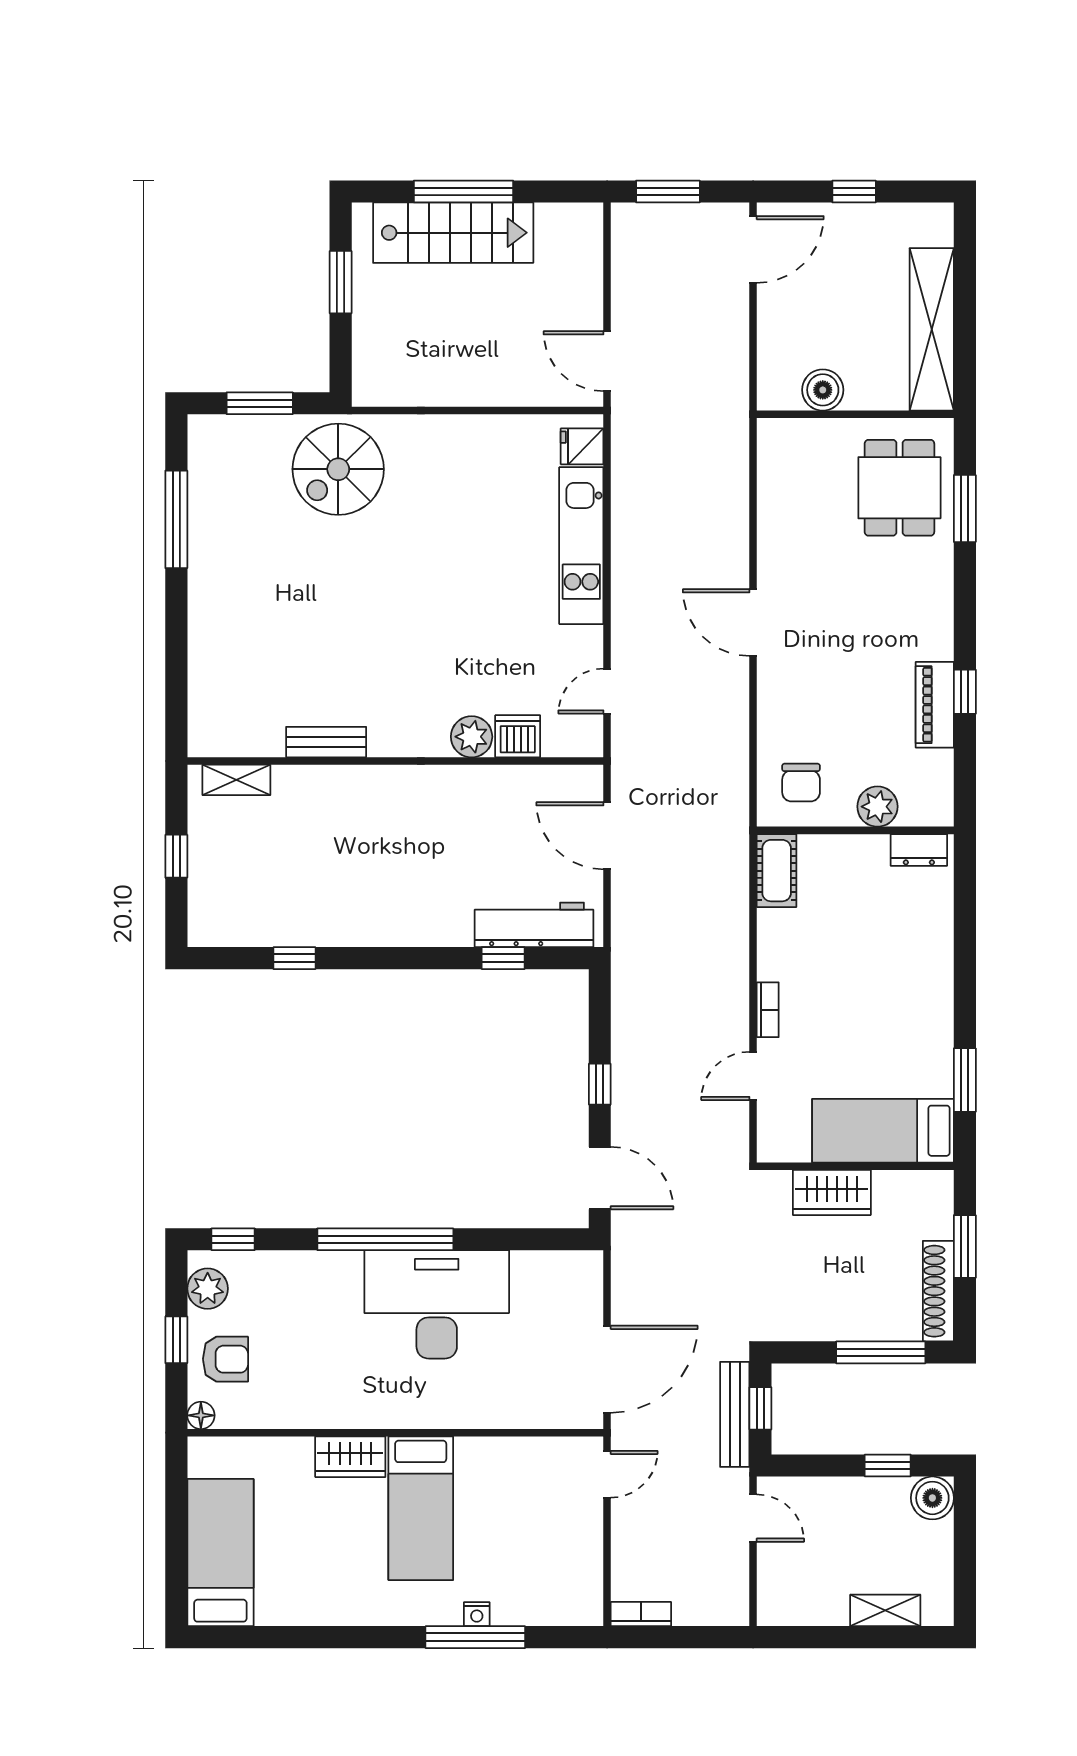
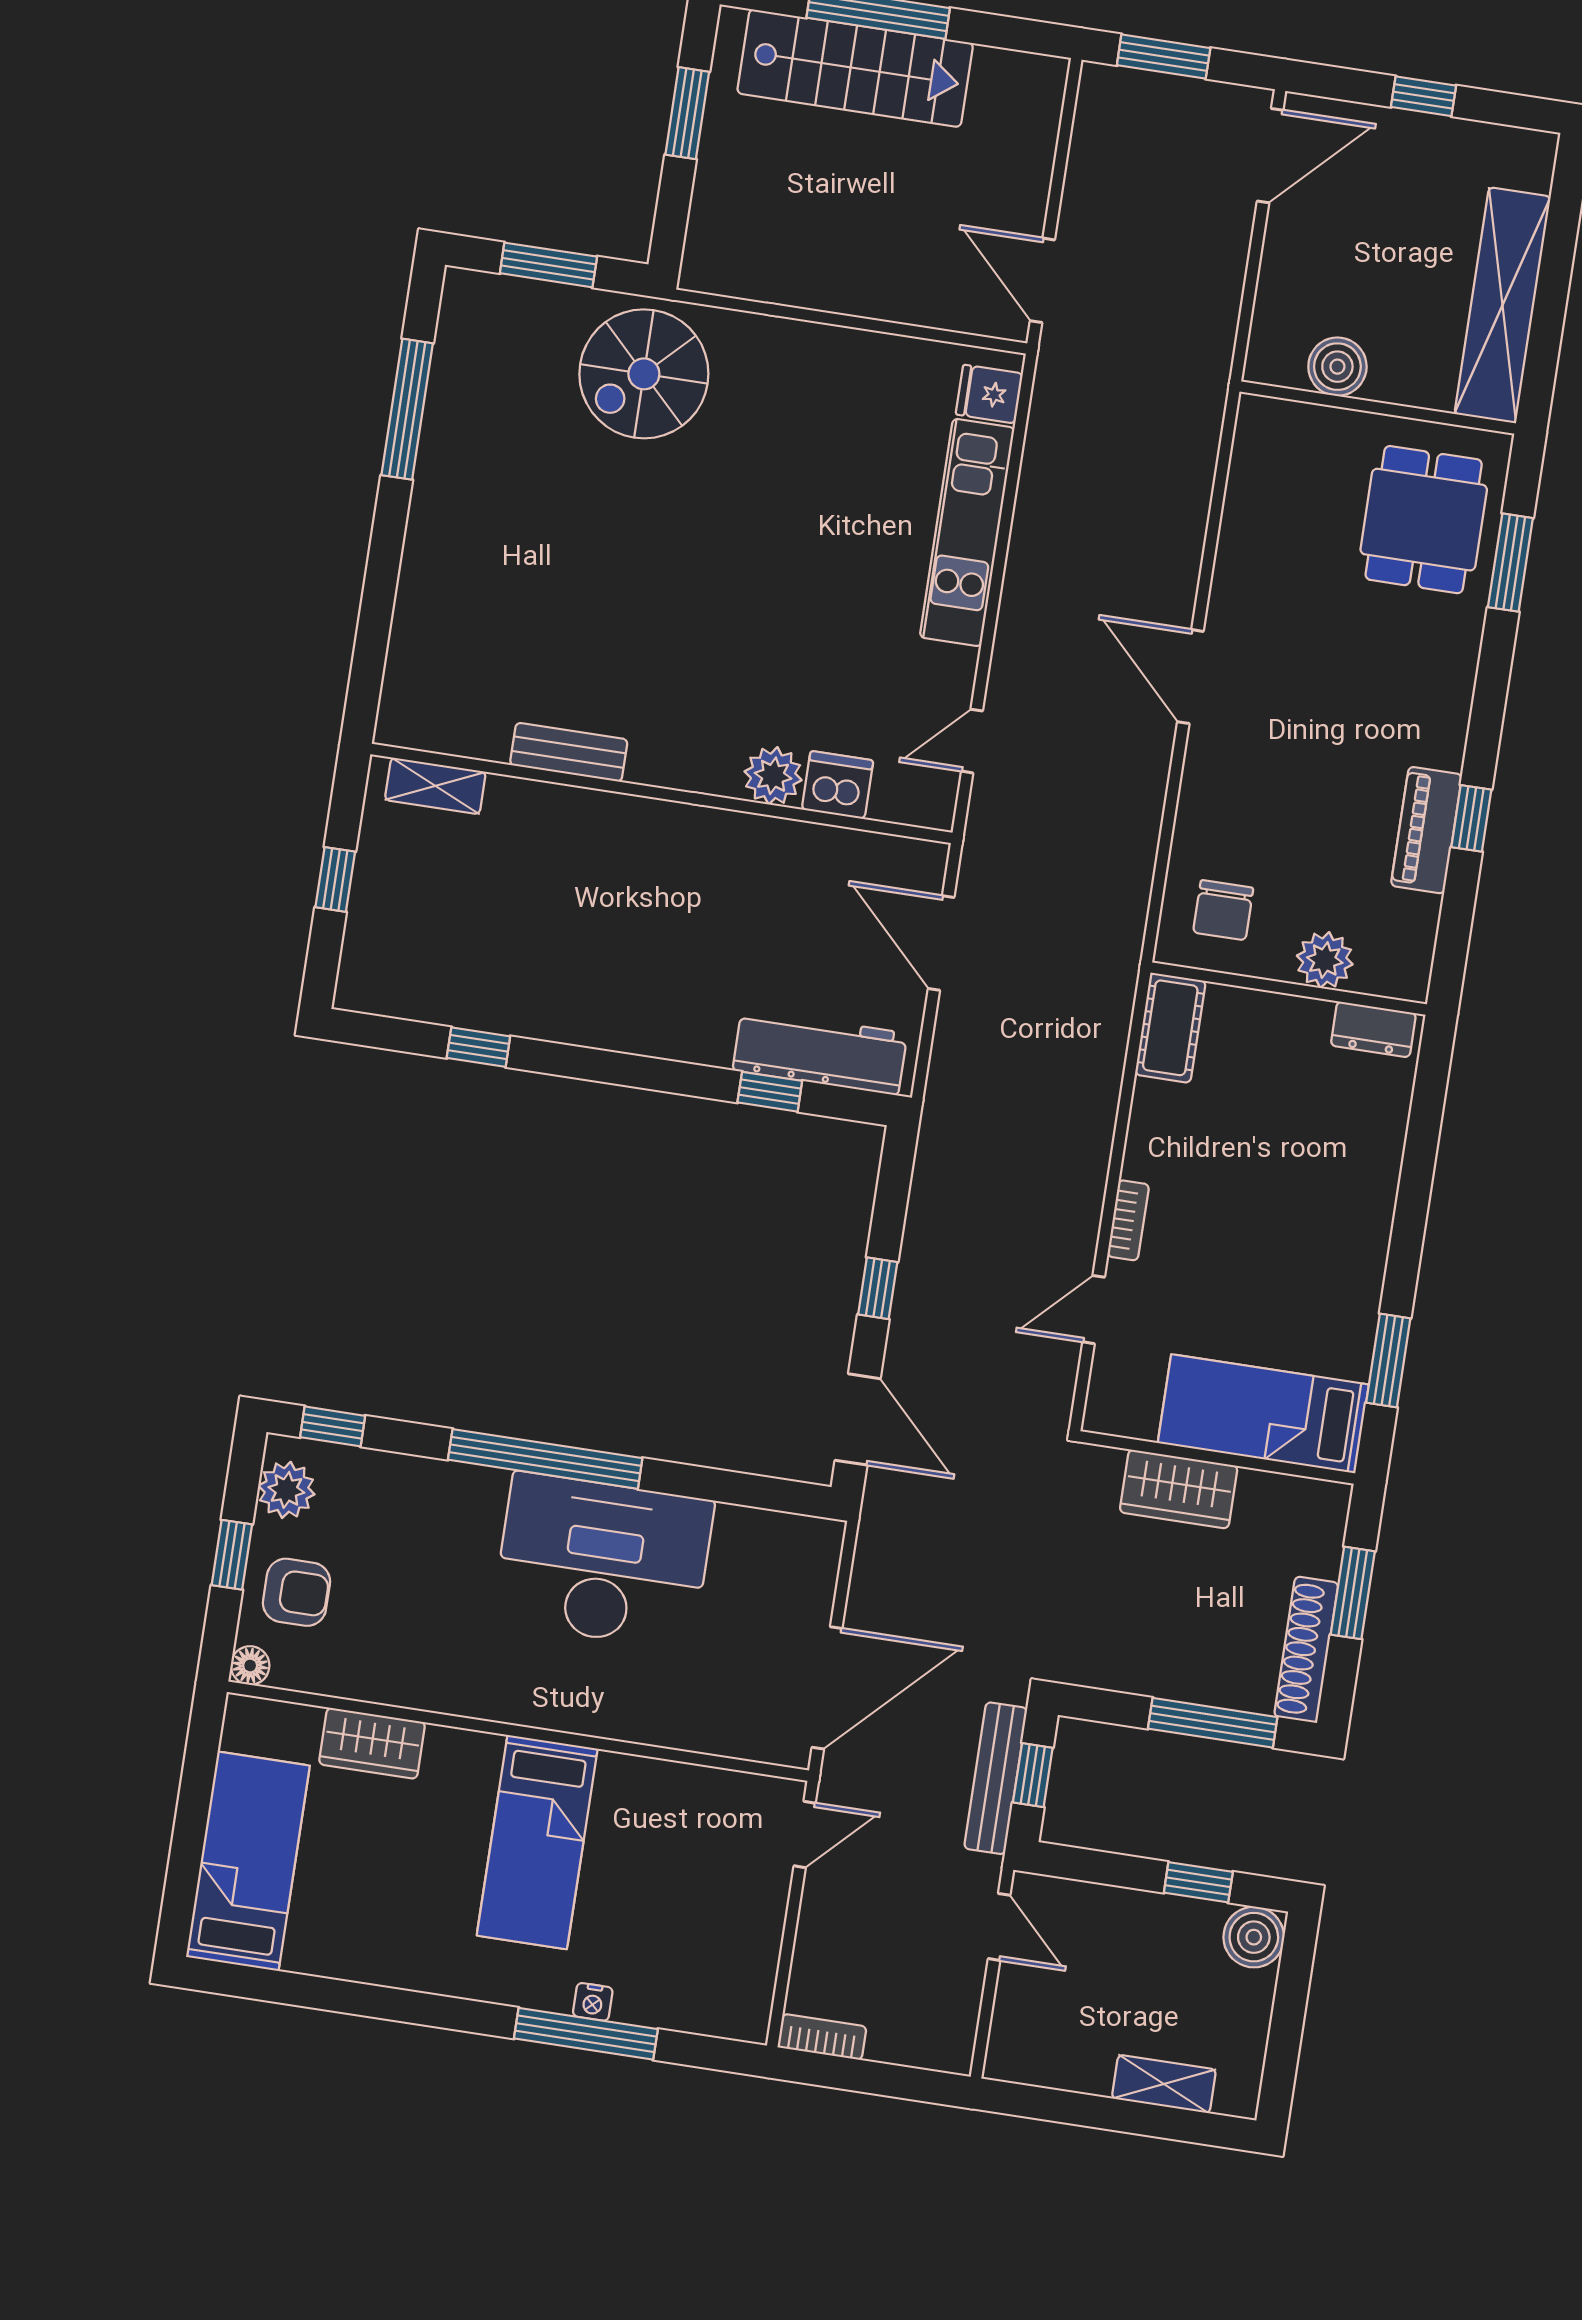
wardrobe: (350, 1457) -> (372, 1743), moved

